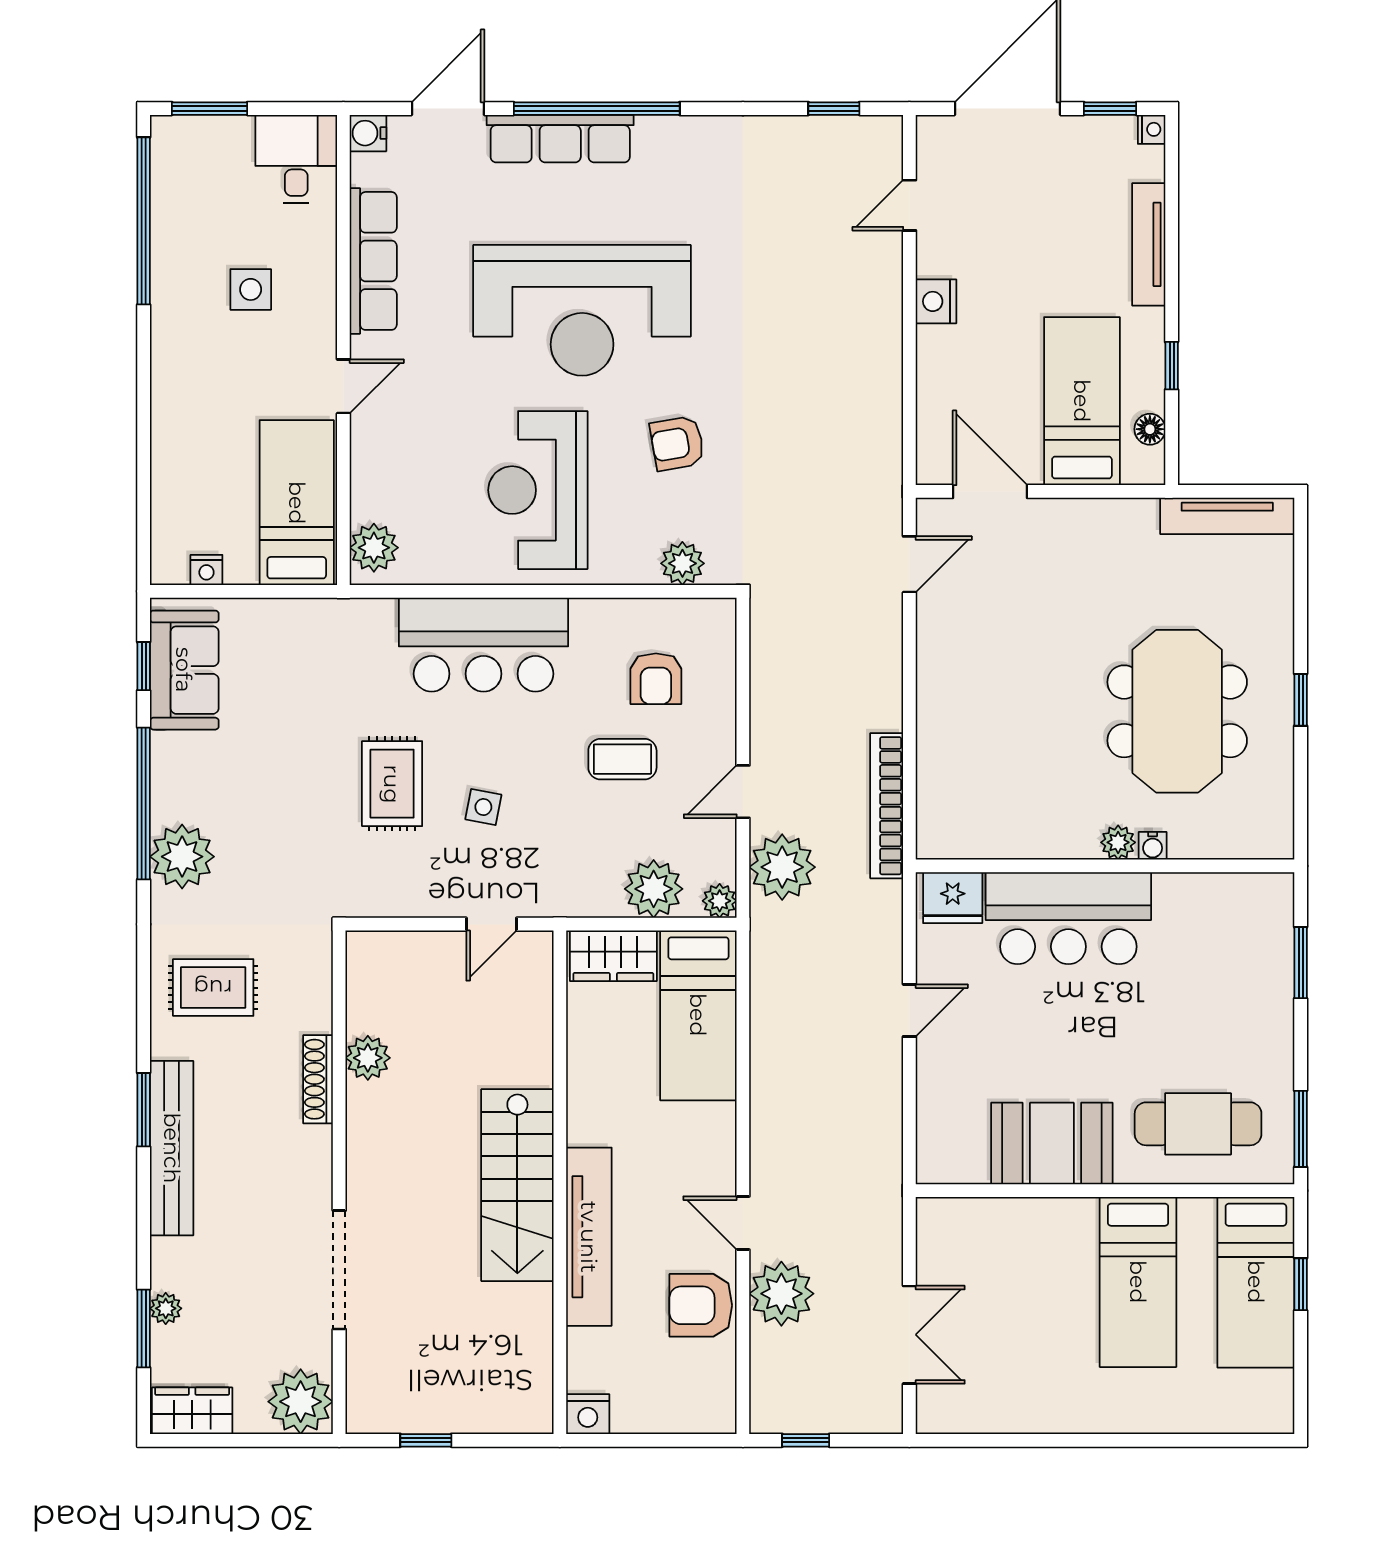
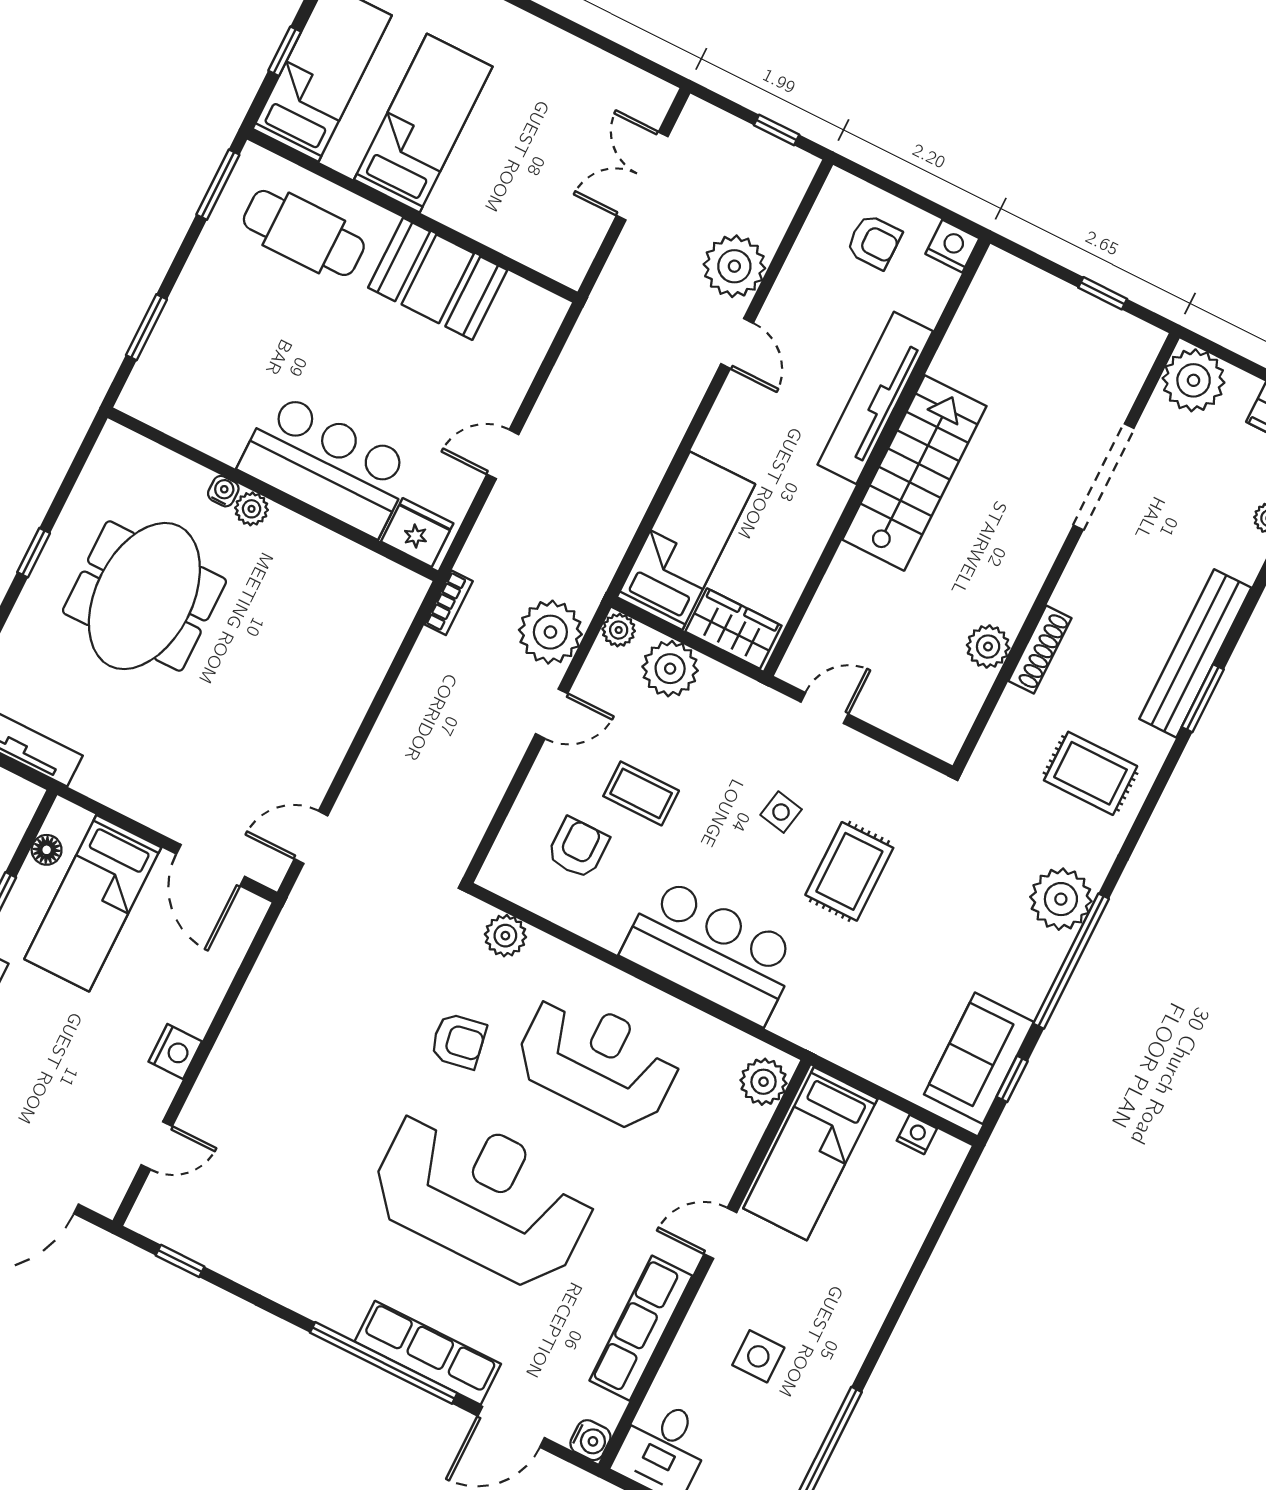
reception desk: (538, 490) -> (598, 1061), turned -90
bookcase: (887, 806) -> (449, 603), width x0.43, depth x0.76
armchair: (701, 1305) -> (874, 242), moved, width x0.72, depth x0.72

